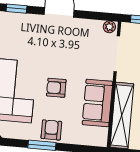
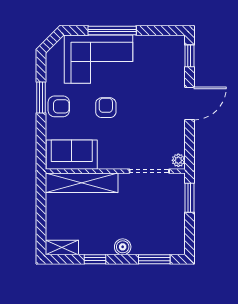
sofa: (97, 103) -> (72, 155), moved

